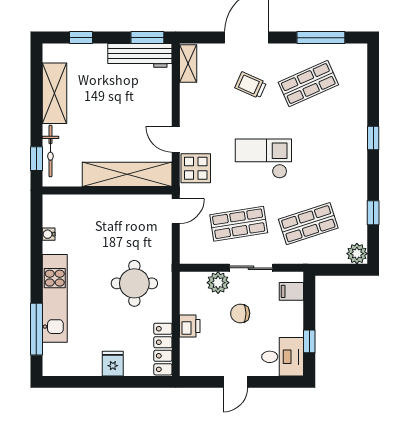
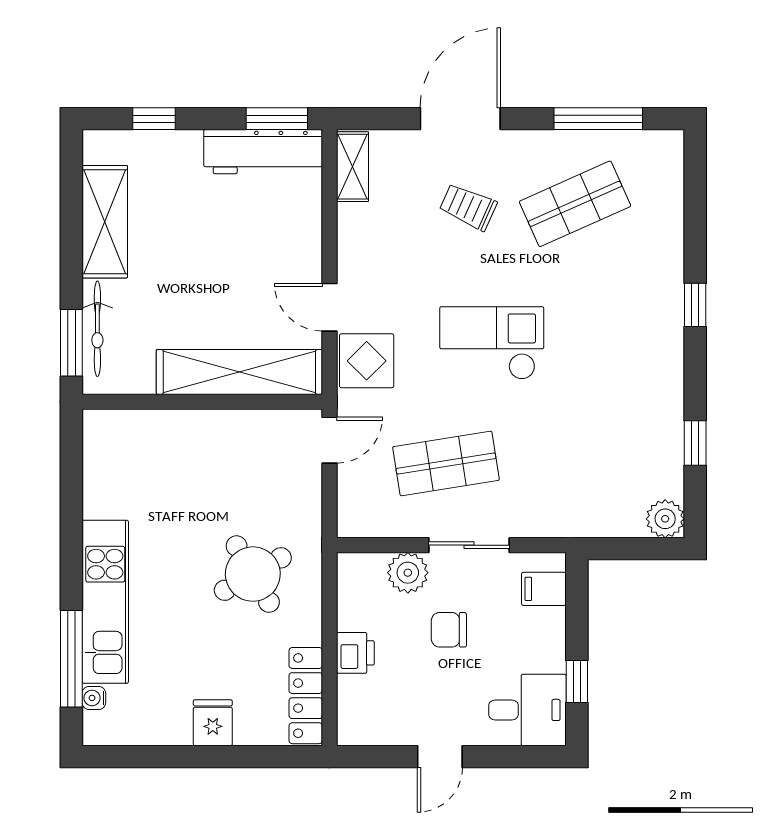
window: (36, 159) -> (71, 343), width x1.50
shop shelf: (308, 224) -> (575, 463), removed
water cooler: (49, 234) -> (94, 698), moved
round table: (134, 283) -> (253, 574), turned -30

